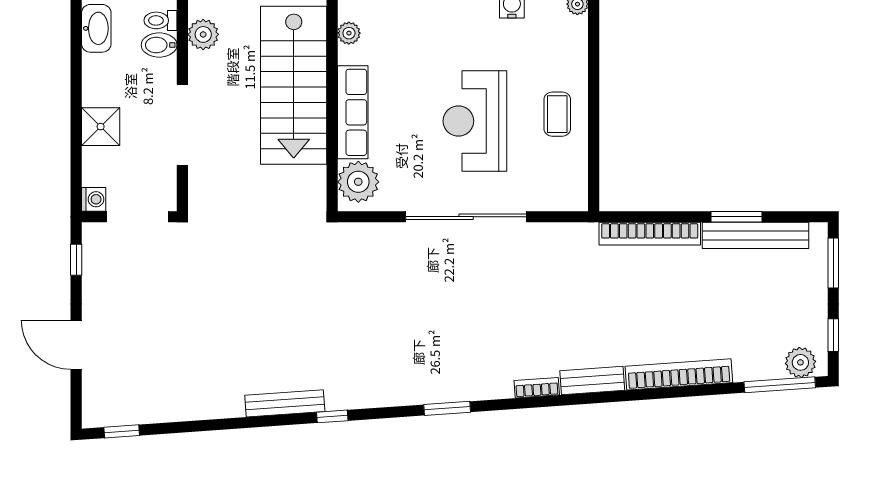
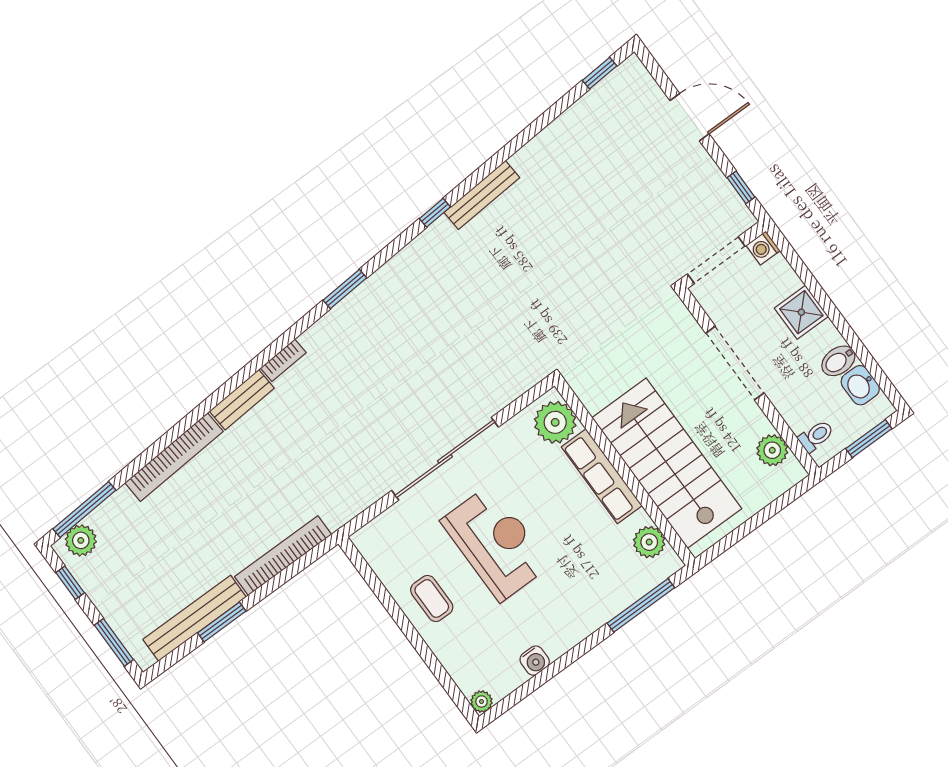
washbasin: (96, 28) -> (860, 385), width x0.72
plant: (349, 33) -> (649, 542), width x1.38, depth x1.38
bidet: (159, 45) -> (838, 361), moved, turned 180

